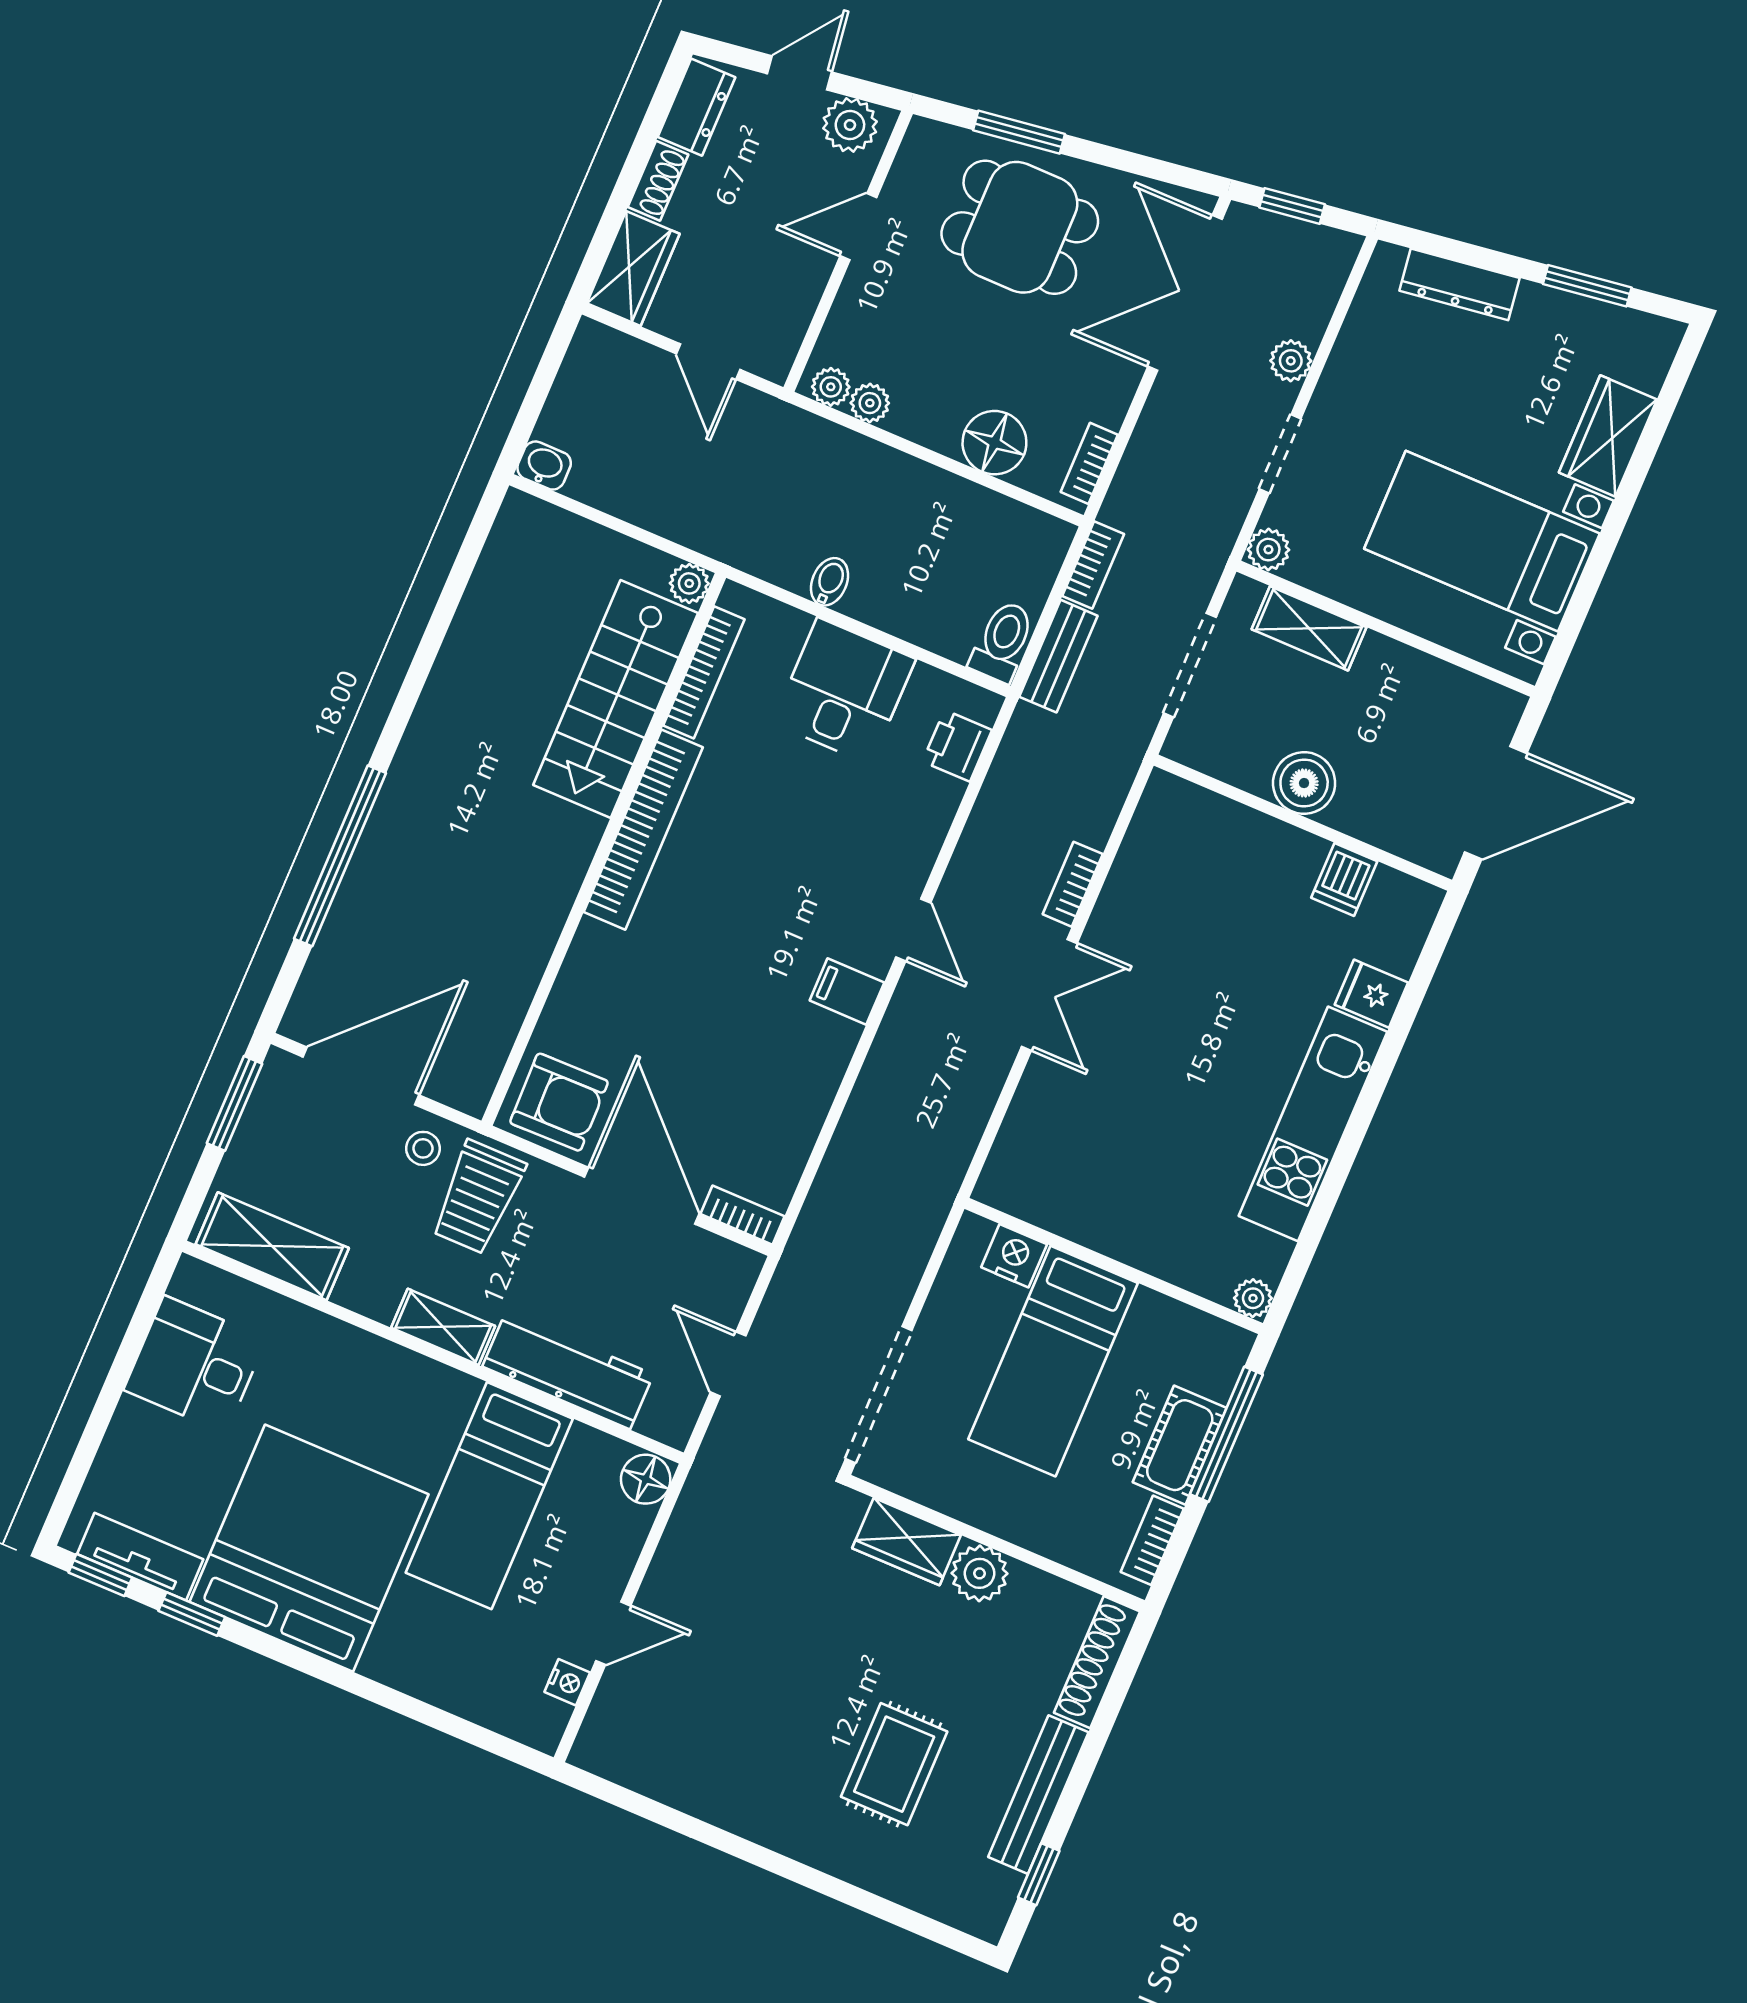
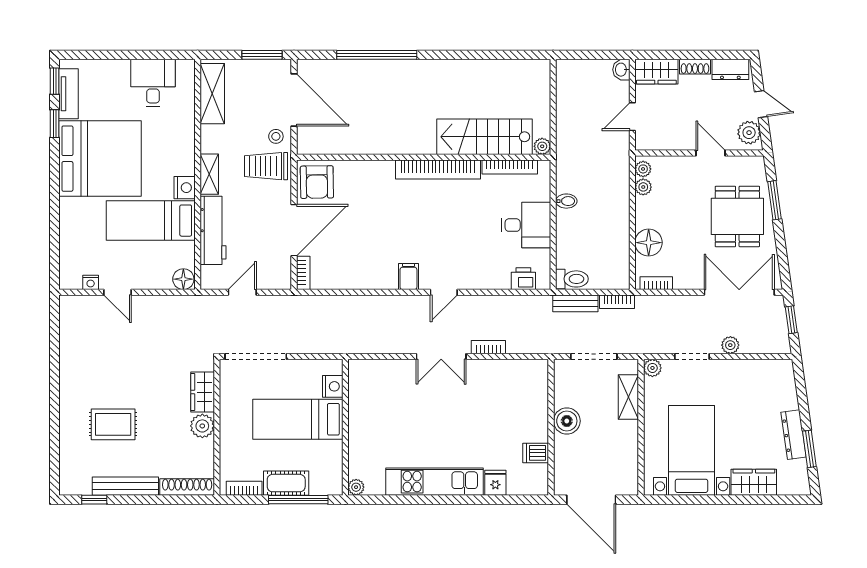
dresser: (1460, 284) -> (794, 435), moved
washbasin: (544, 466) -> (621, 70), moved, turned 180
nightstand: (449, 1392) -> (185, 188), added

